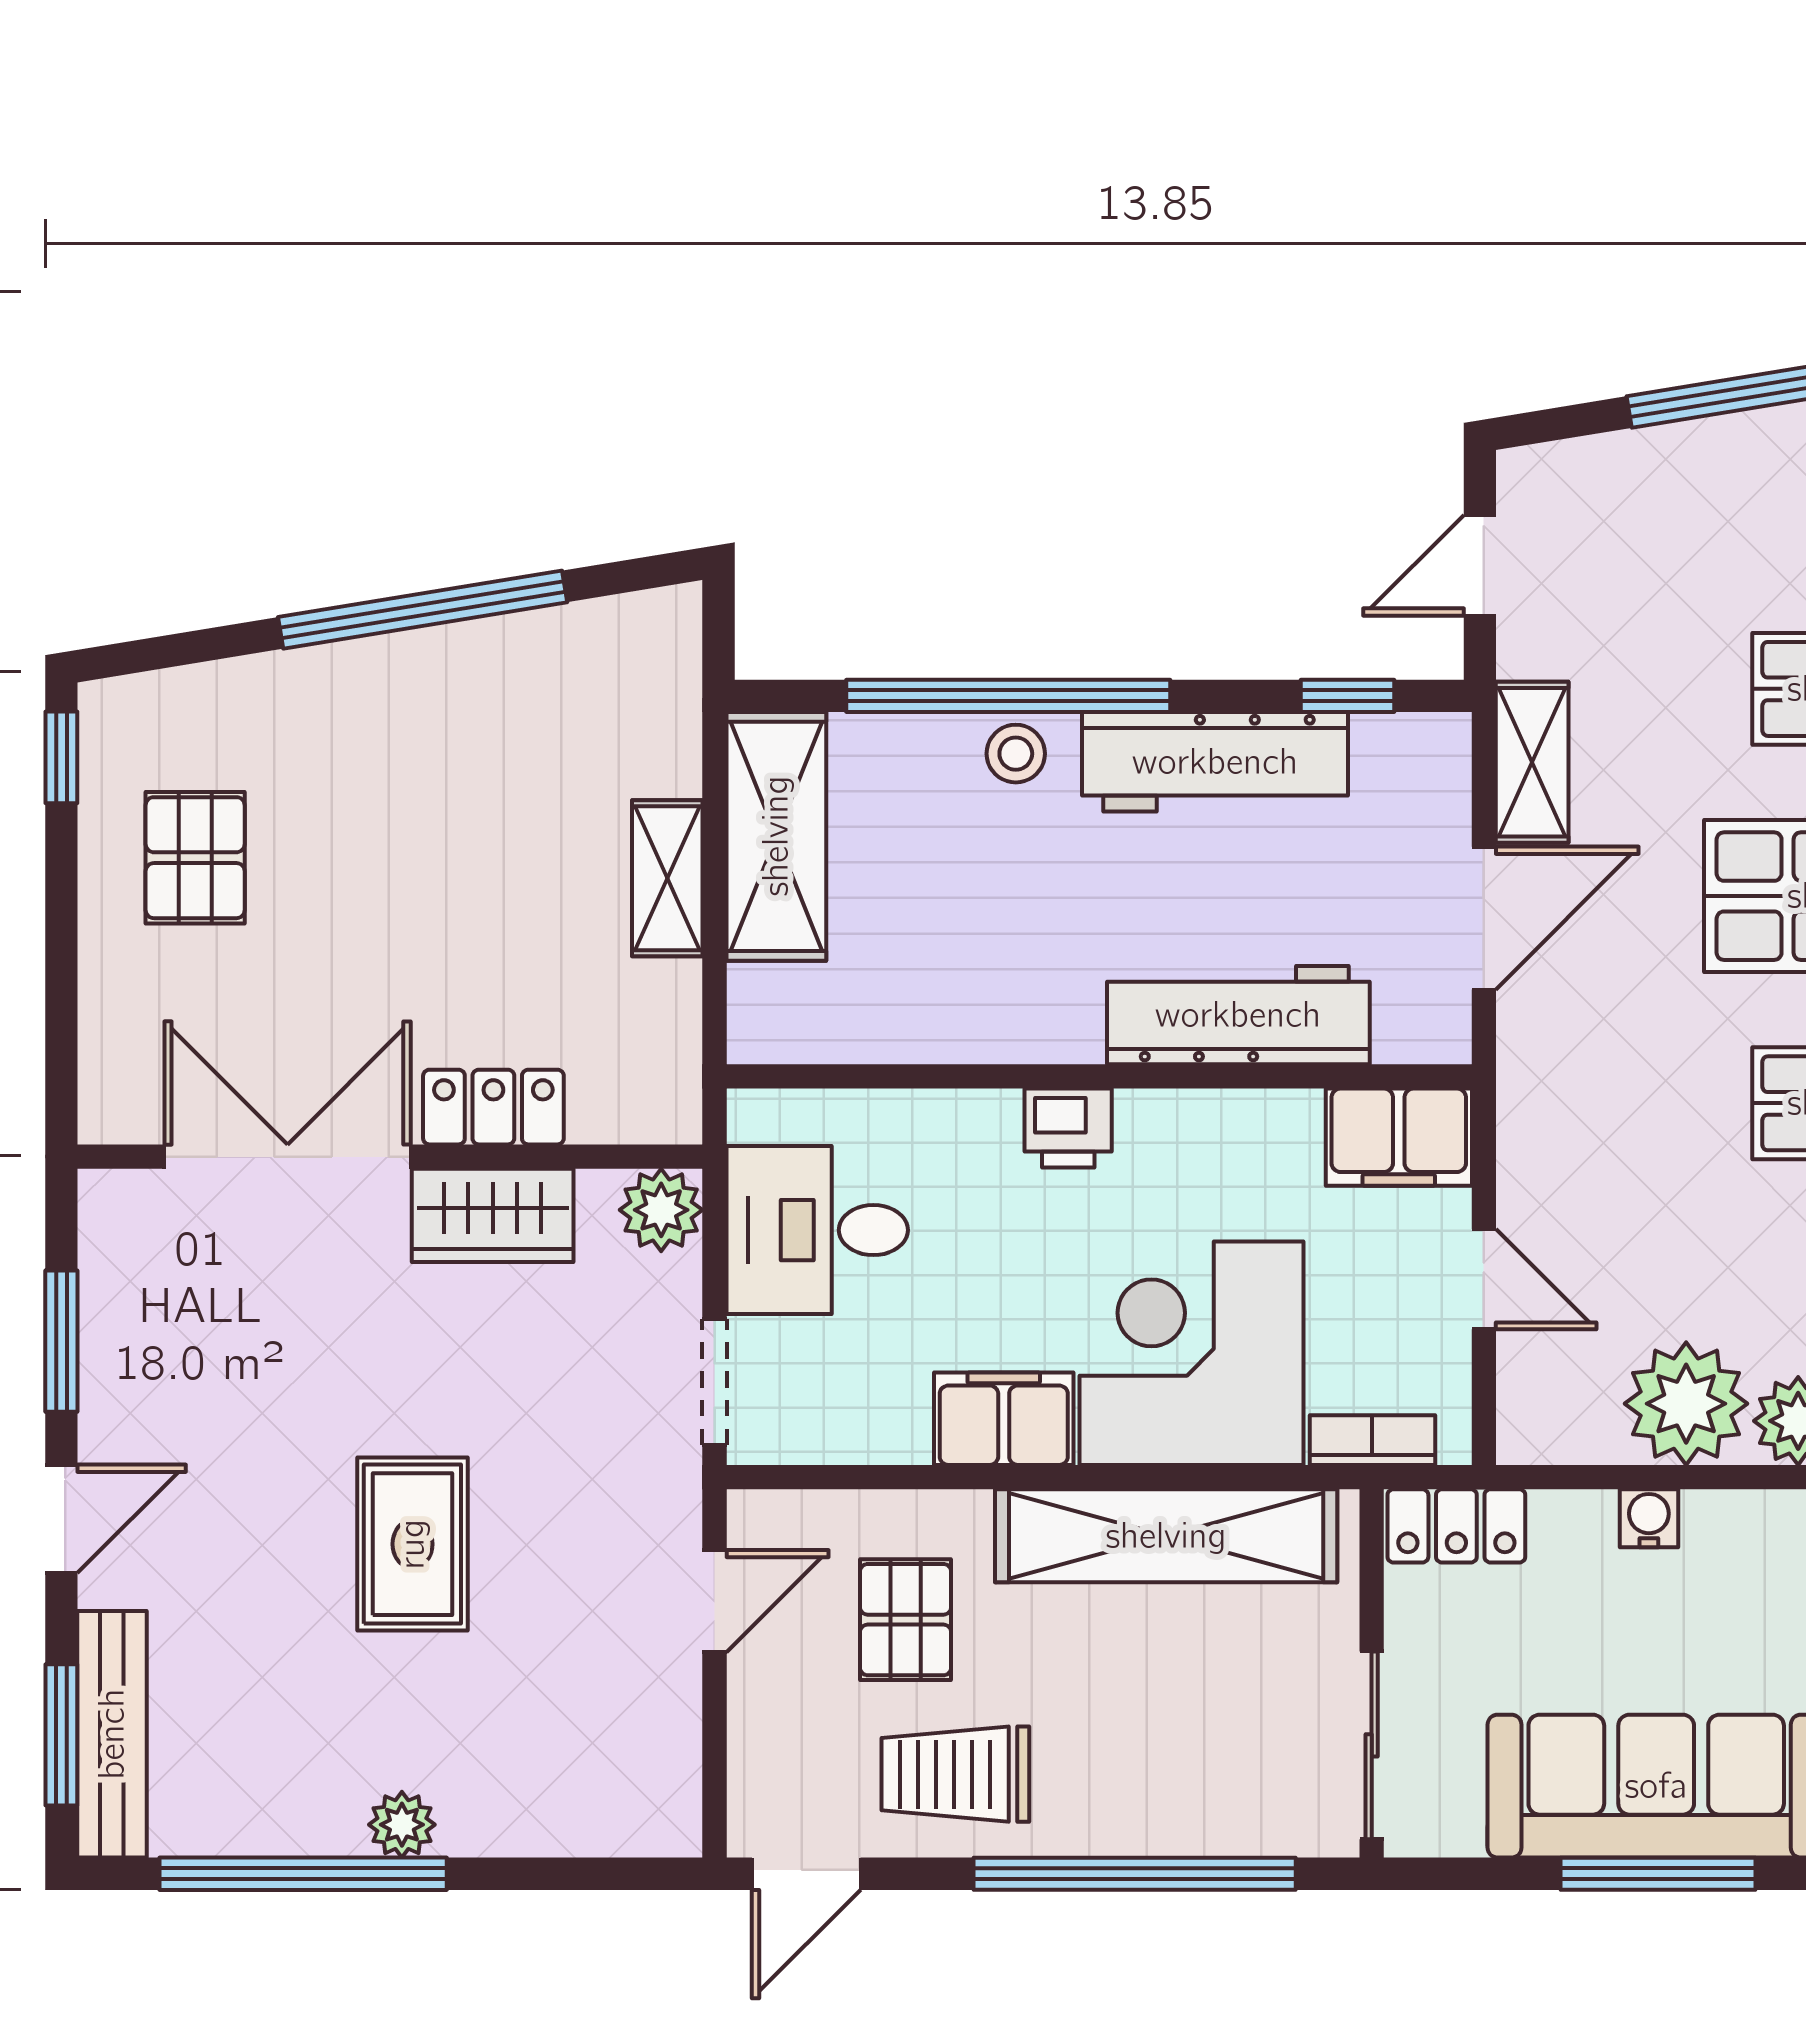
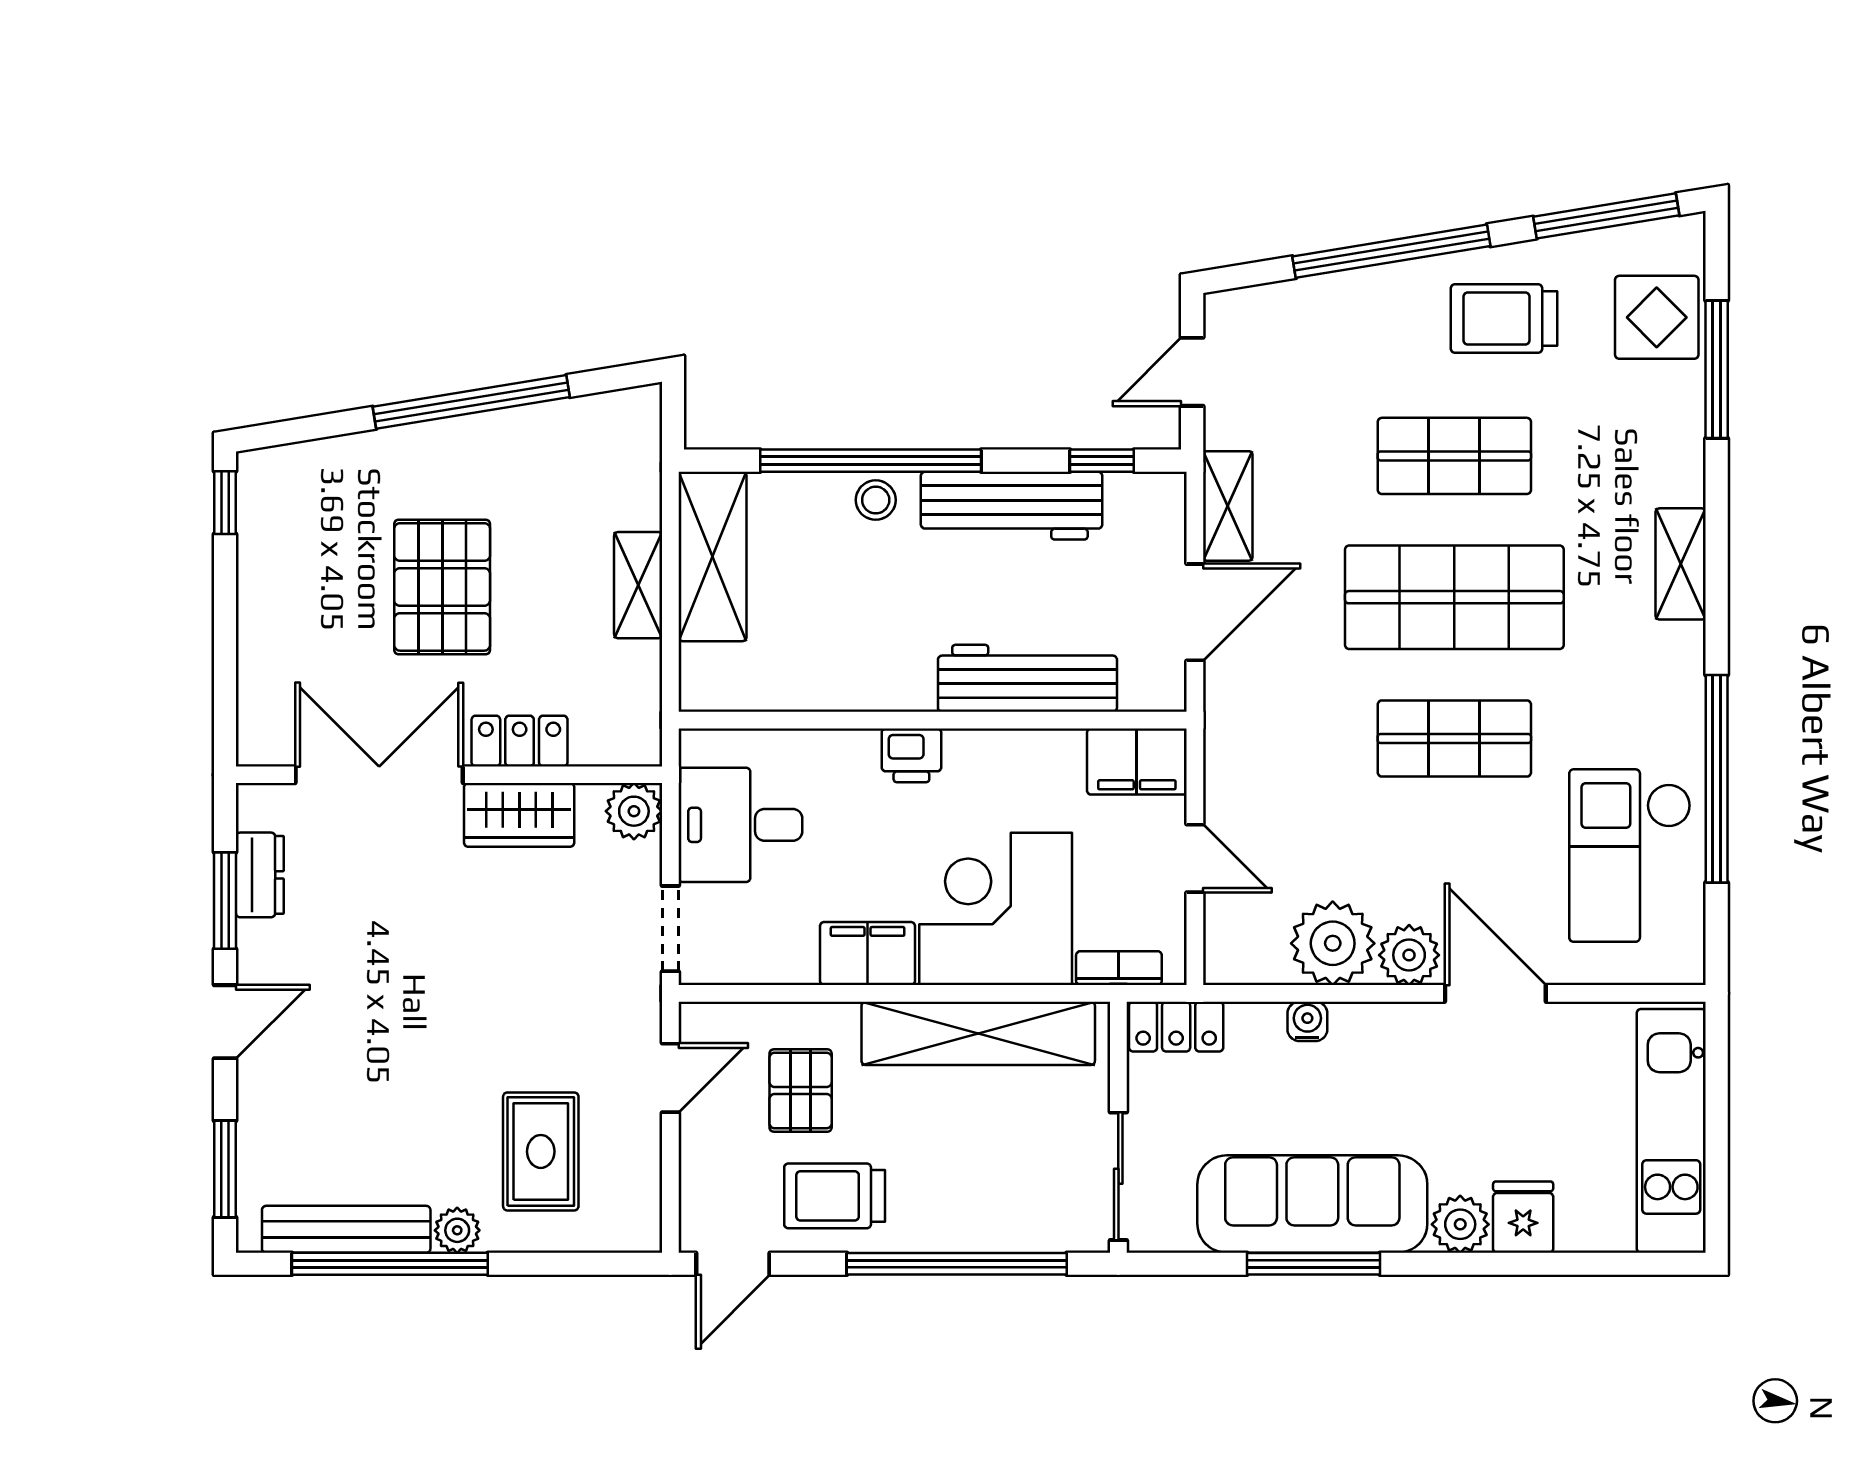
pallet: (195, 858) -> (442, 587), moved, width x1.50, depth x1.42
dresser: (112, 1303) -> (260, 875), added
rug: (412, 1544) -> (541, 1151), moved
bench: (112, 1734) -> (346, 1229), moved, turned 90

